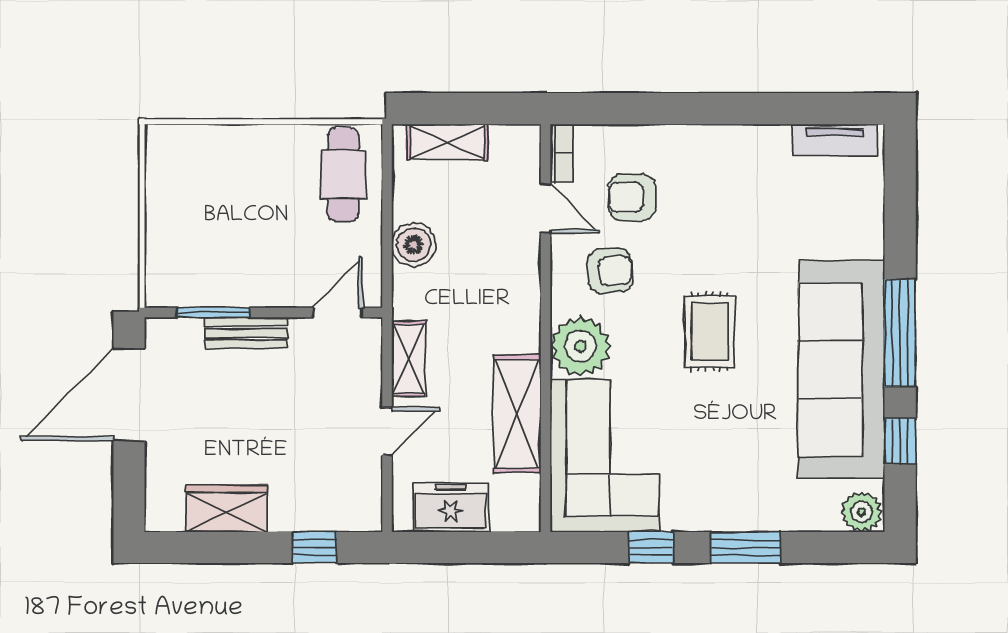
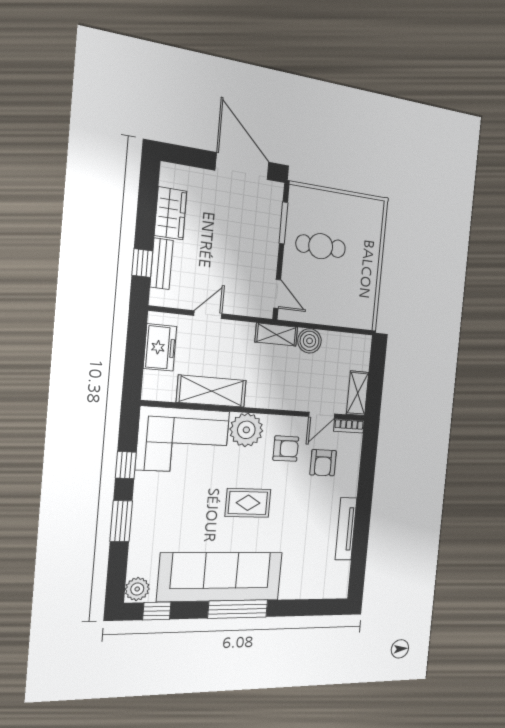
tv unit: (835, 140) -> (346, 529), moved, width x1.41
shelving: (447, 142) -> (358, 393), moved
cafe table: (343, 174) -> (321, 246), moved
armchair: (632, 197) -> (323, 463), turned 180
armchair: (610, 271) -> (286, 449), turned -86
bench: (246, 333) -> (162, 264), moved
shelving: (409, 359) -> (276, 335), moved
door: (387, 431) -> (208, 315), swing flipped
window: (900, 441) -> (157, 611), moved

